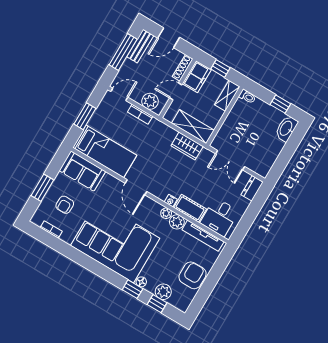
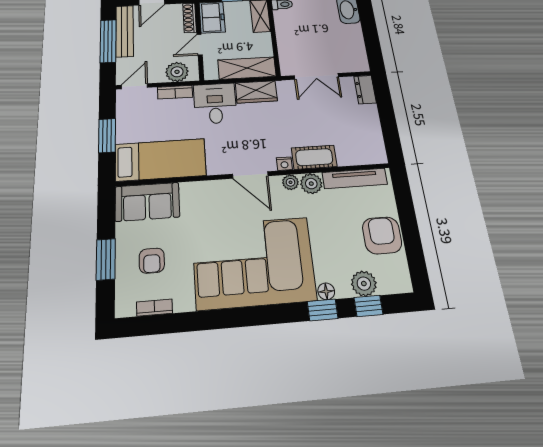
bench: (140, 46) -> (125, 31), width x1.36
door: (136, 187) -> (250, 175), moved
desk: (220, 217) -> (215, 103), moved, turned 180

